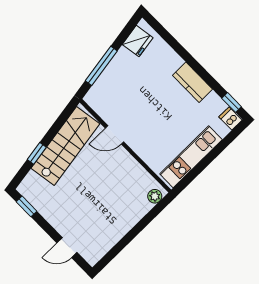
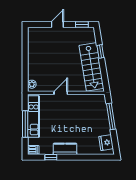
window: (232, 102) -> (51, 157), moved
door: (115, 135) -> (61, 93), moved
window: (209, 158) -> (25, 124), added
door: (67, 248) -> (57, 24), moved

